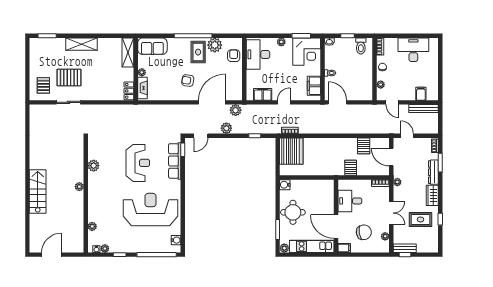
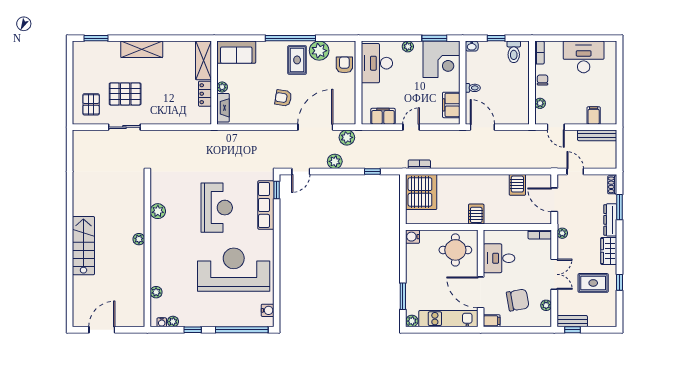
locker: (129, 91) -> (205, 94), moved
server rack: (351, 168) -> (476, 214), moved
round table: (293, 212) -> (455, 250), moved

